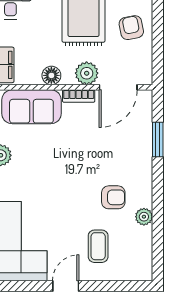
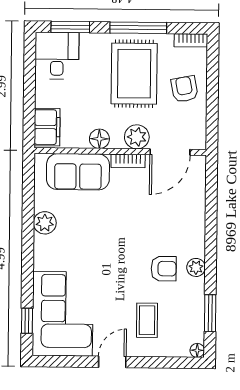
window: (158, 139) -> (210, 313), moved
plant: (144, 217) -> (196, 267), moved
floor lamp: (146, 274) -> (197, 350), added

